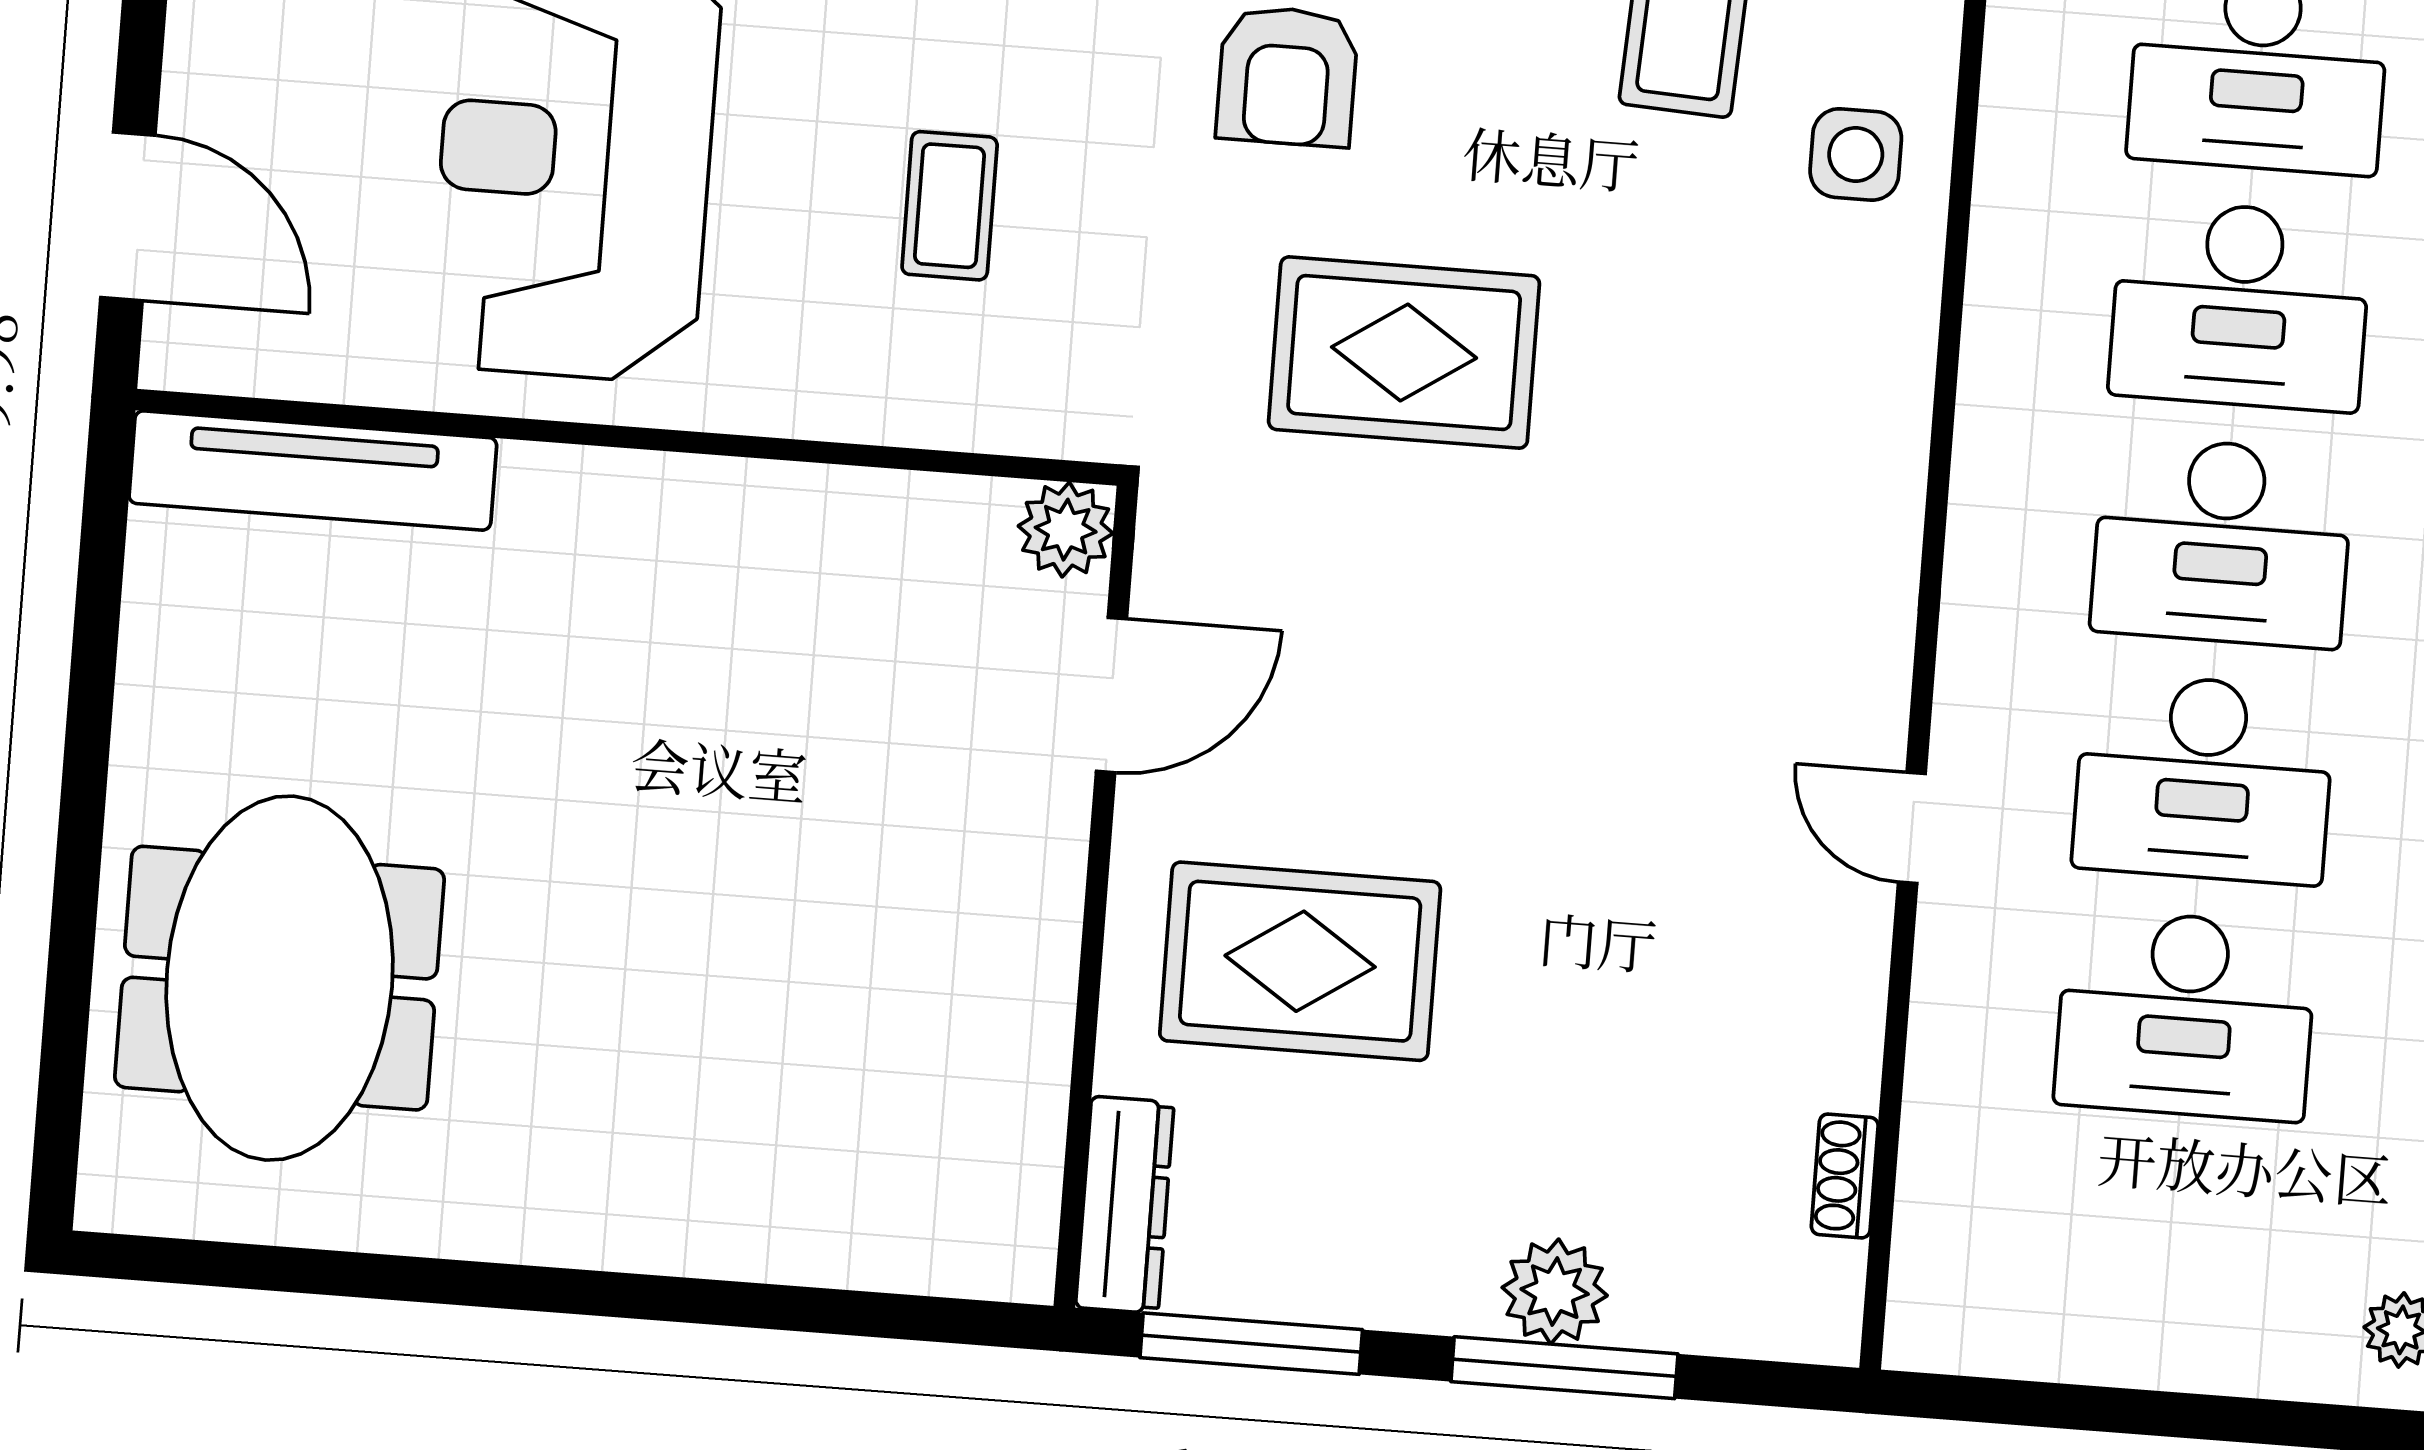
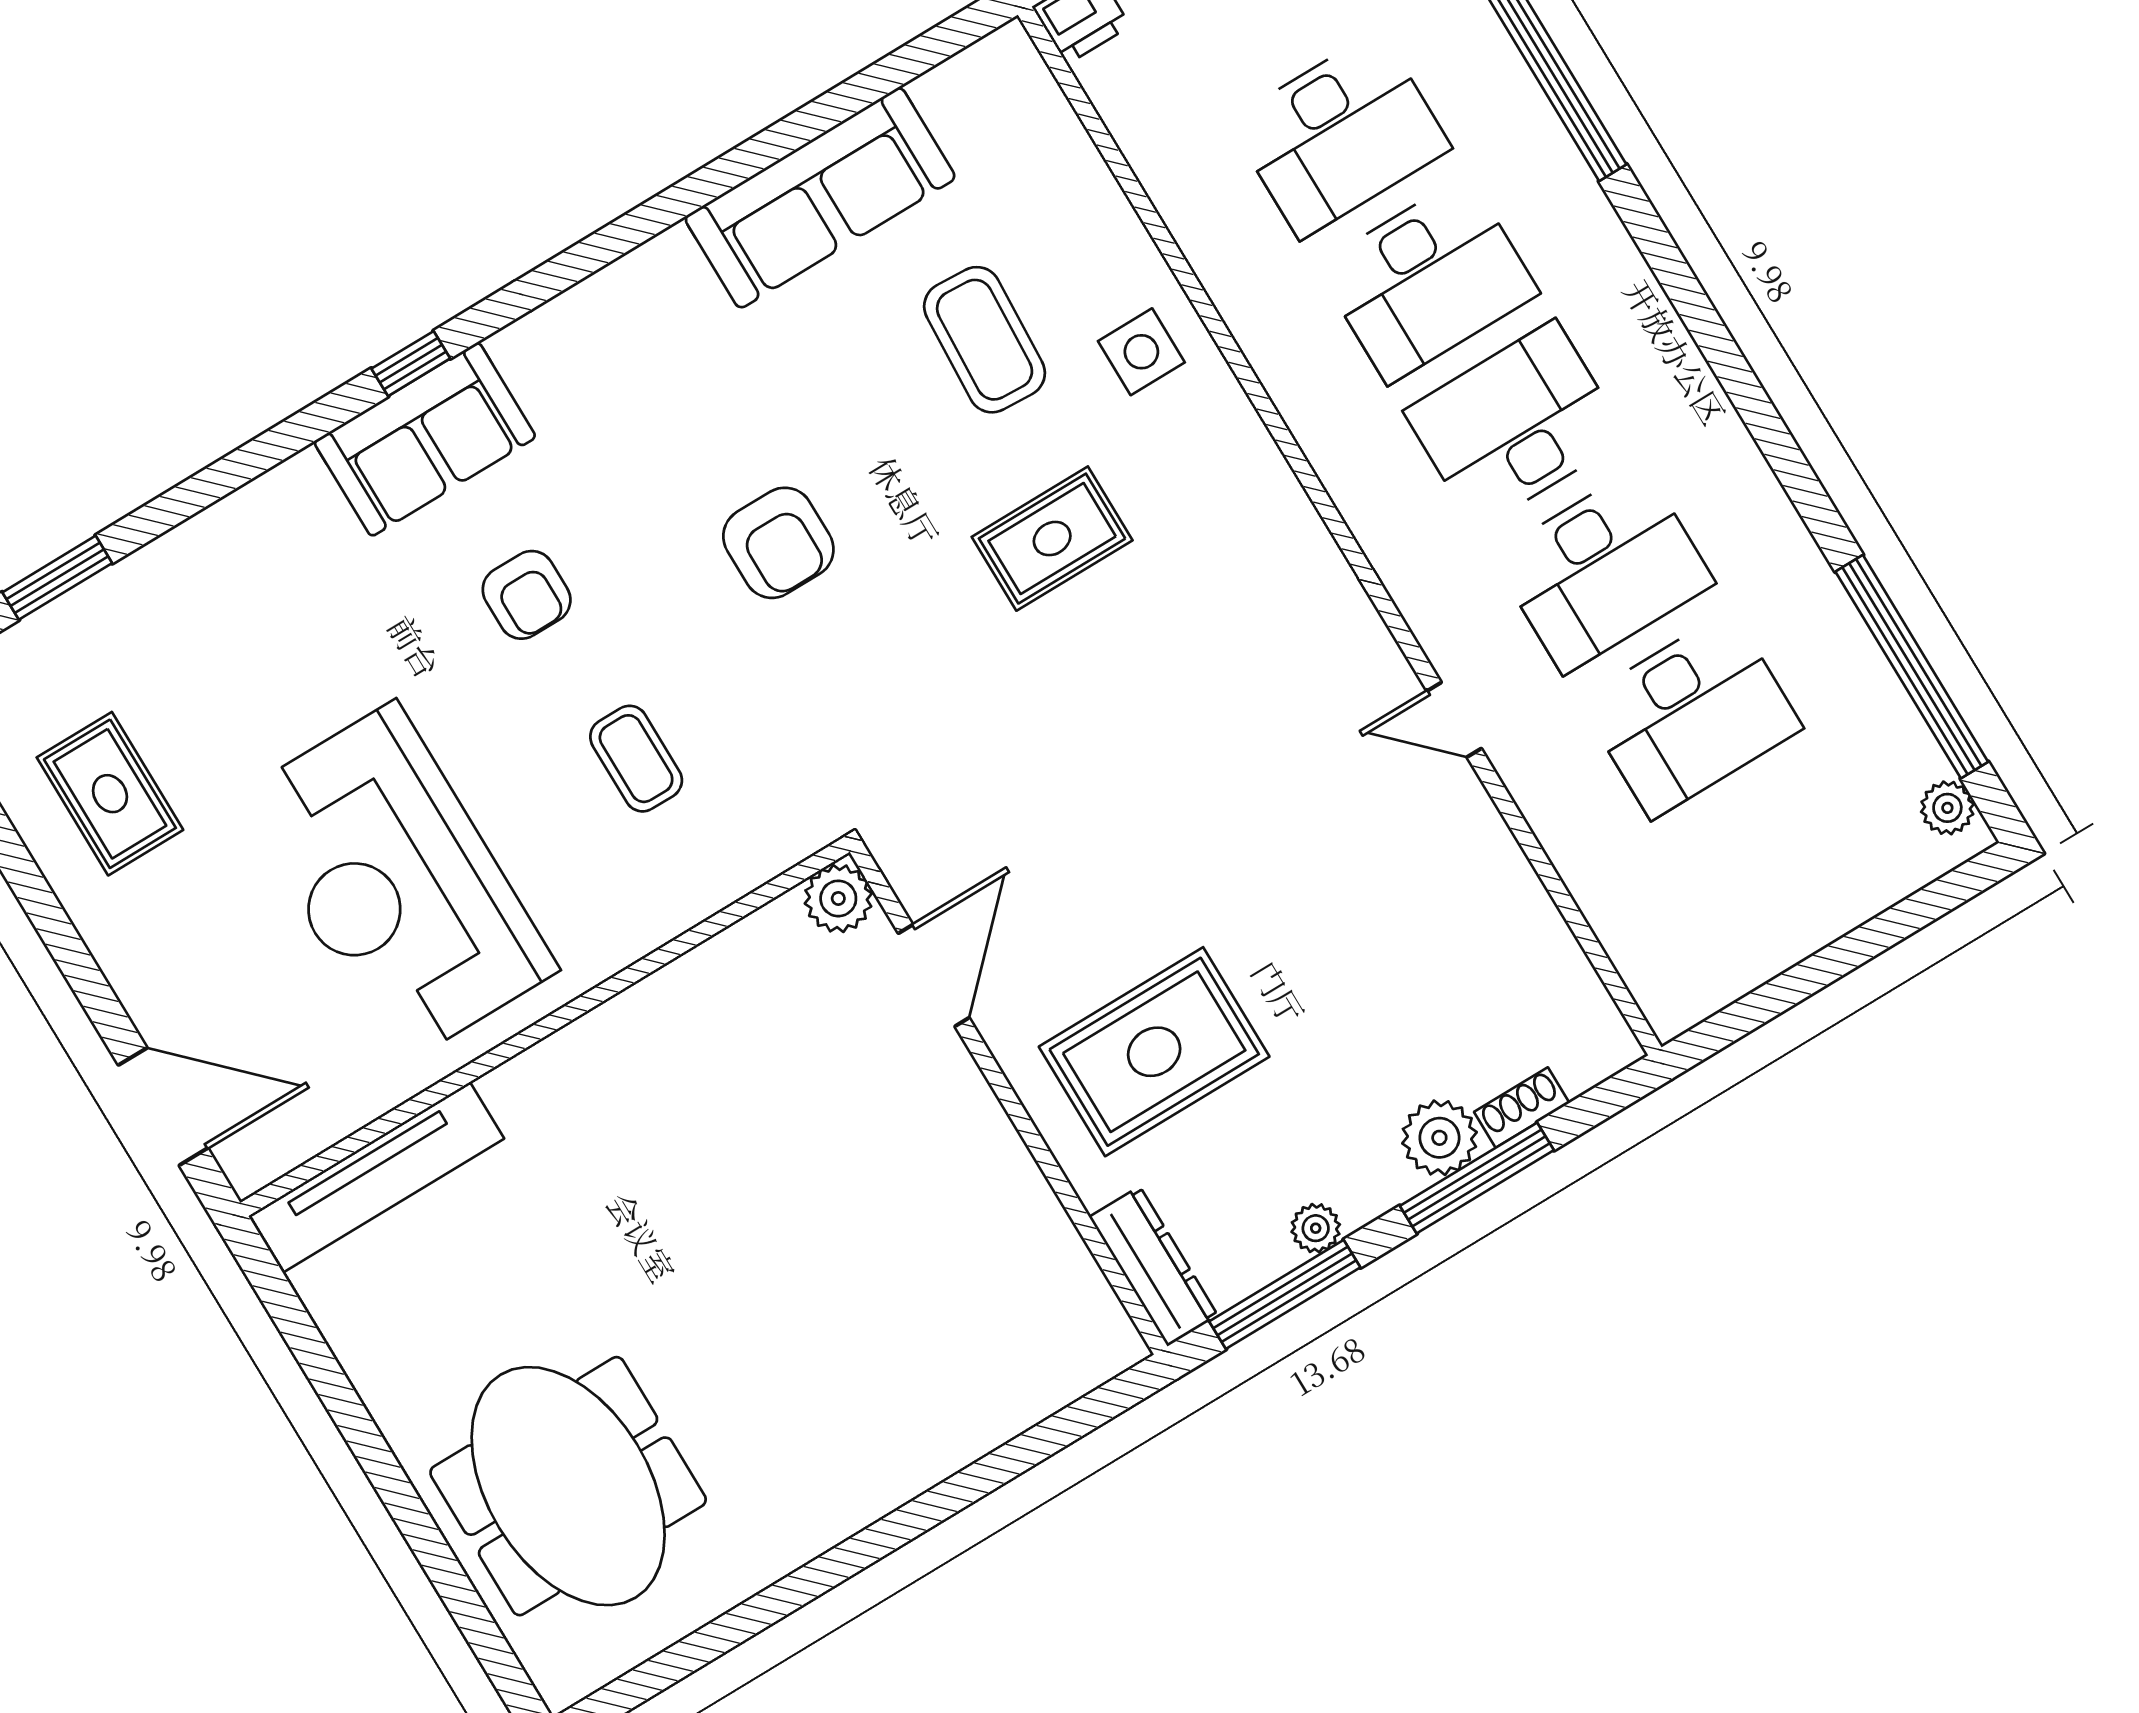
rug: (1404, 353) -> (1052, 539), moved, width x0.73, depth x0.70
desk: (2222, 542) -> (1515, 425), turned 180
shoe rack: (1845, 1176) -> (1522, 1108), moved, turned 90
plant: (1340, 1294) -> (1316, 1228), added

